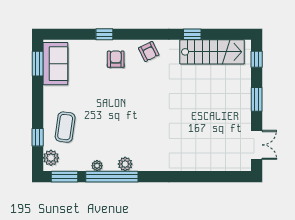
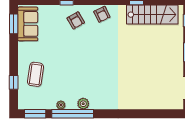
armchair: (116, 59) -> (76, 20), turned 150
plant: (51, 158) -> (24, 99), removed

